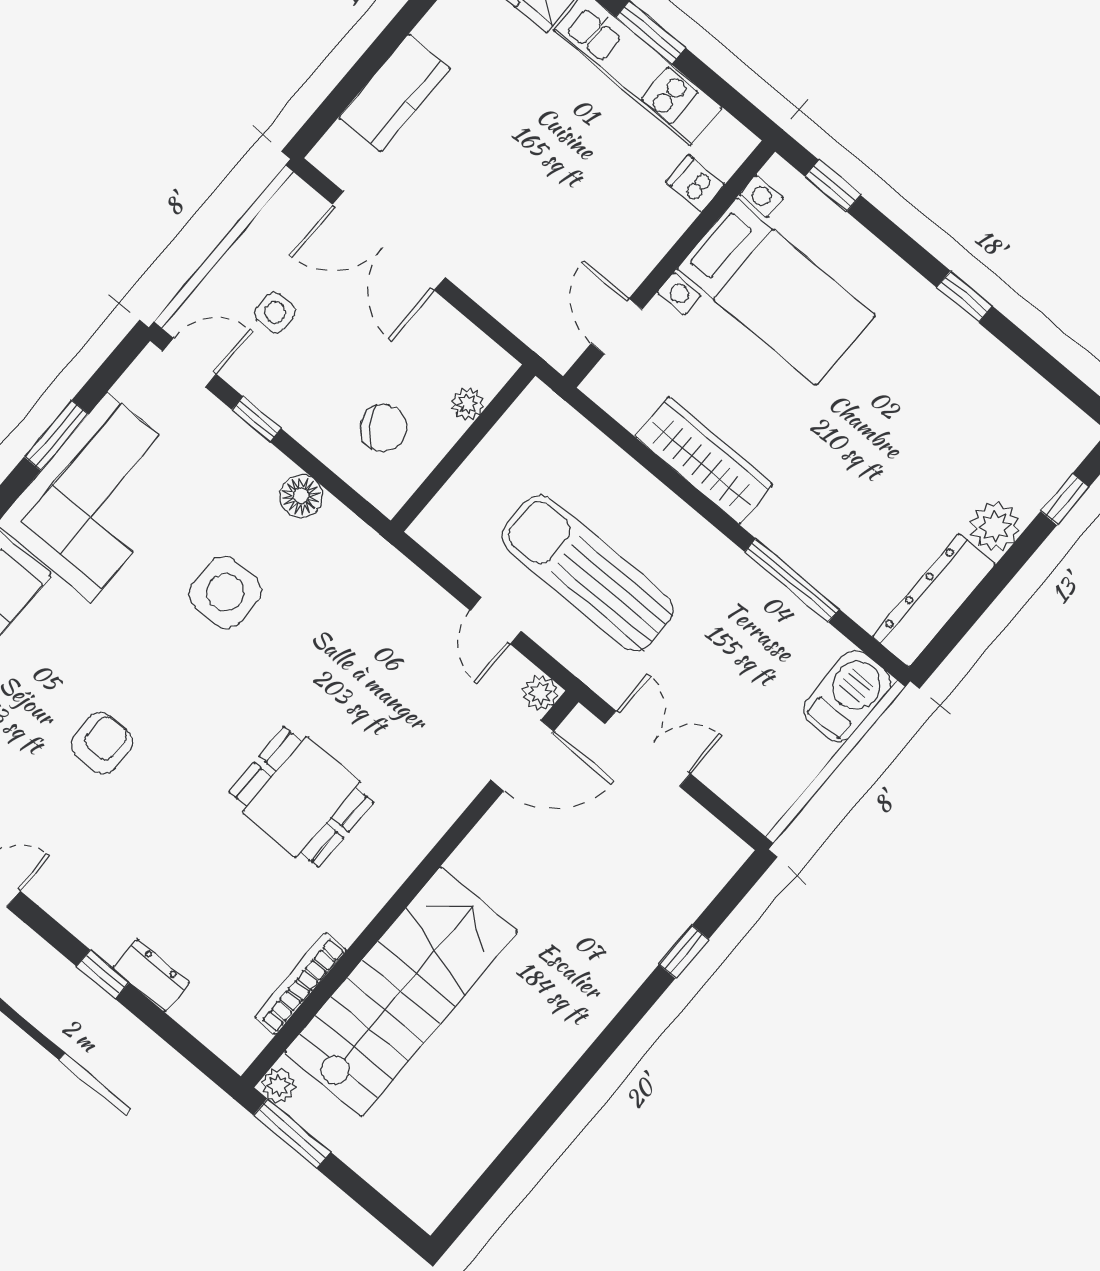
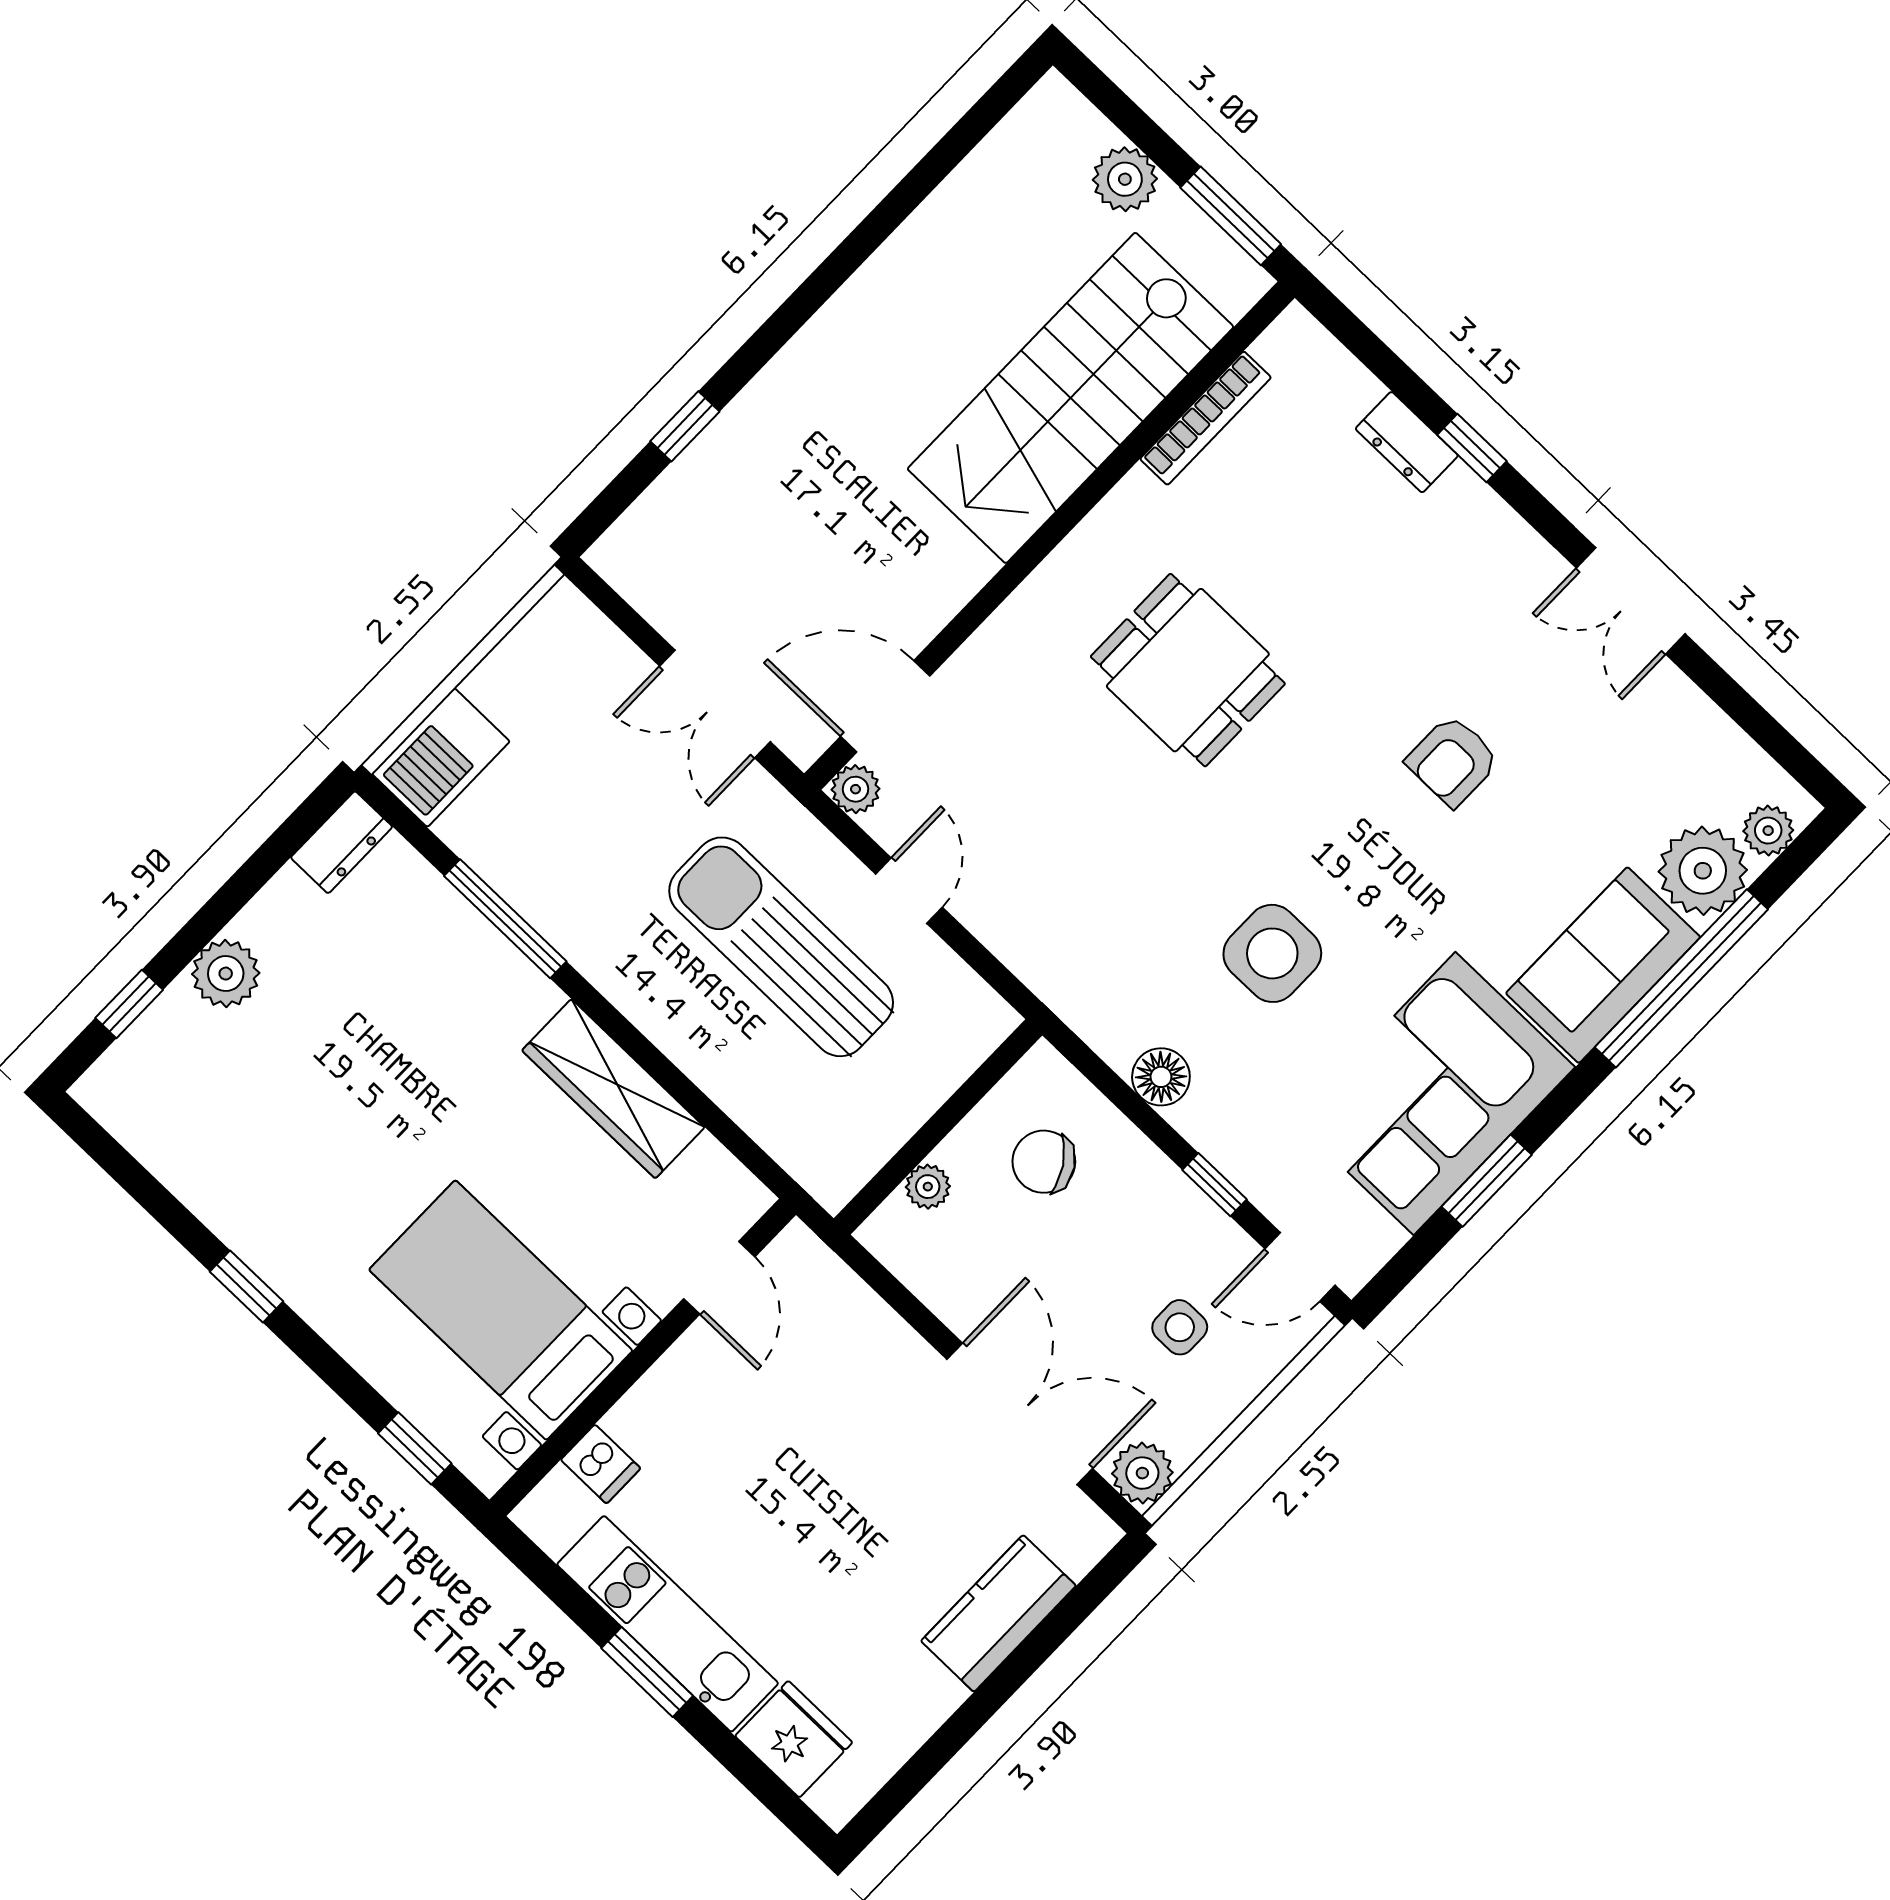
plant: (295, 203) -> (1142, 1473), added
sun lounger: (587, 573) -> (781, 947), turned 180
dresser: (934, 600) -> (342, 842), width x0.51, depth x0.80
plant: (278, 1085) -> (1125, 179), moved, width x1.38, depth x1.38

